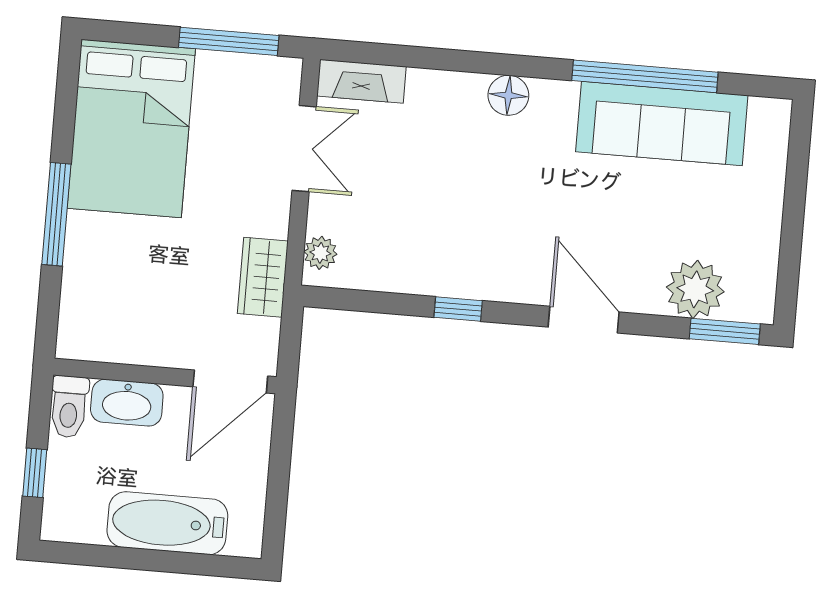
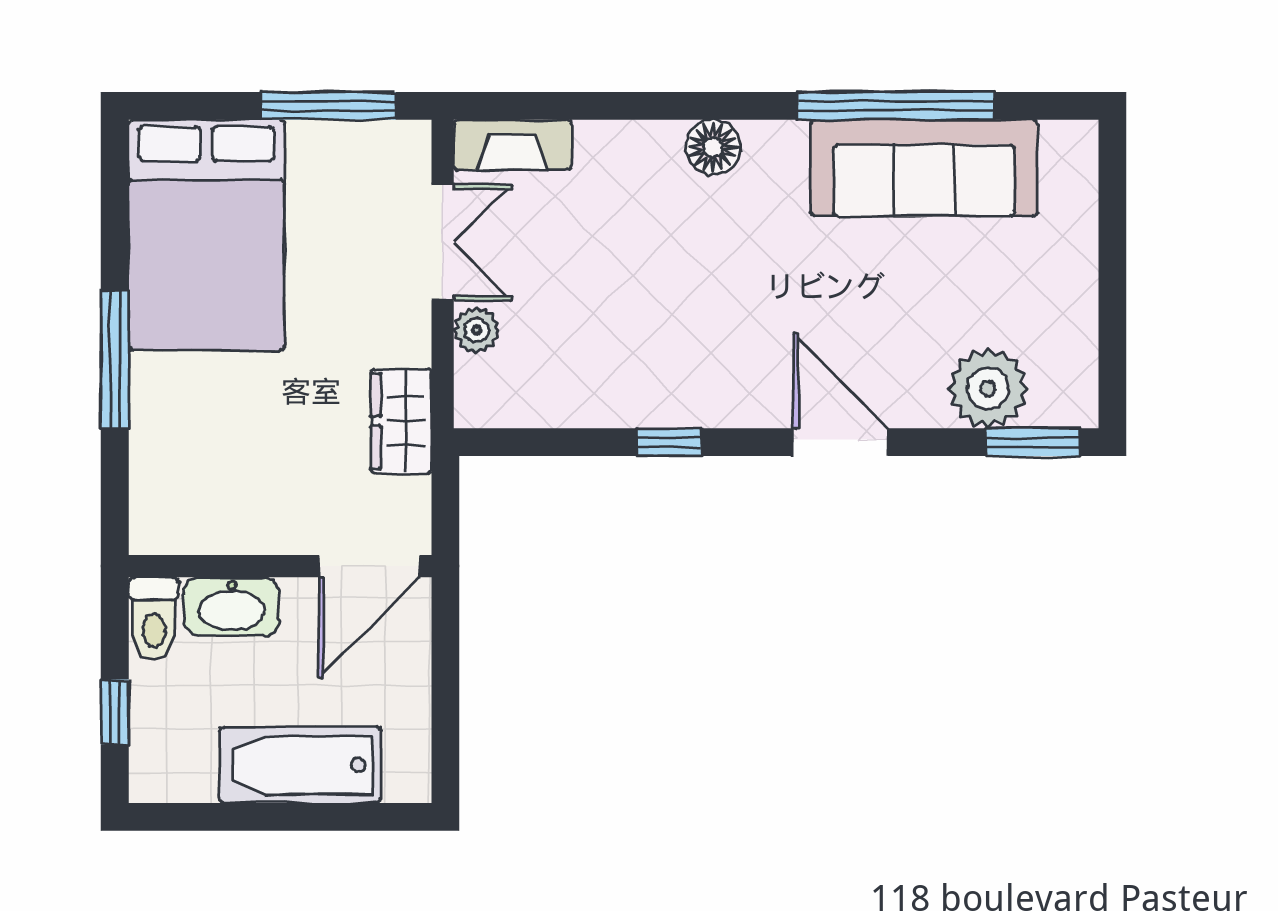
plant: (320, 253) -> (477, 330), moved

